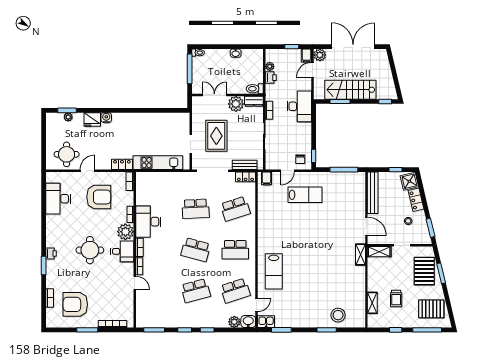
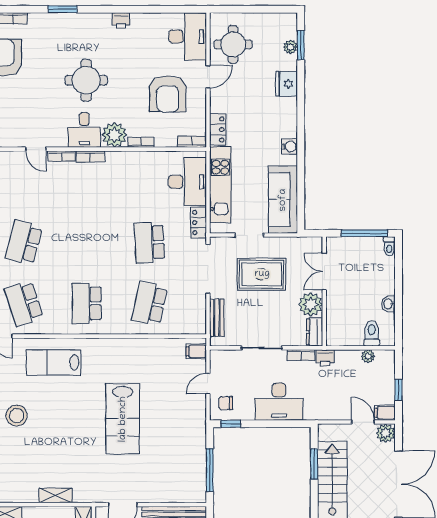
printer: (271, 78) -> (325, 358), moved
toilet: (255, 89) -> (372, 333), moved
double door: (214, 95) -> (324, 271), swing flipped
desk: (299, 106) -> (279, 402), moved
water cooler: (106, 118) -> (289, 146), moved
sofa: (168, 122) -> (283, 200), added
door: (88, 171) -> (208, 77), hinge flipped
door: (288, 171) -> (208, 384), hinge flipped
locker: (246, 177) -> (199, 223), moved
lab bench: (305, 195) -> (123, 419), moved, width x1.36, depth x1.39
desk: (58, 199) -> (188, 36), moved, turned 90
school desk: (235, 209) -> (150, 303), turned 30
desk: (148, 222) -> (187, 182), moved, turned 90
school desk: (196, 250) -> (87, 243), removed
printer: (51, 253) -> (121, 21), moved
shelving: (360, 255) -> (55, 495), moved
door: (135, 283) -> (36, 149), hinge flipped
school desk: (196, 291) -> (24, 243), turned 30
stool: (308, 295) -> (17, 416), added

